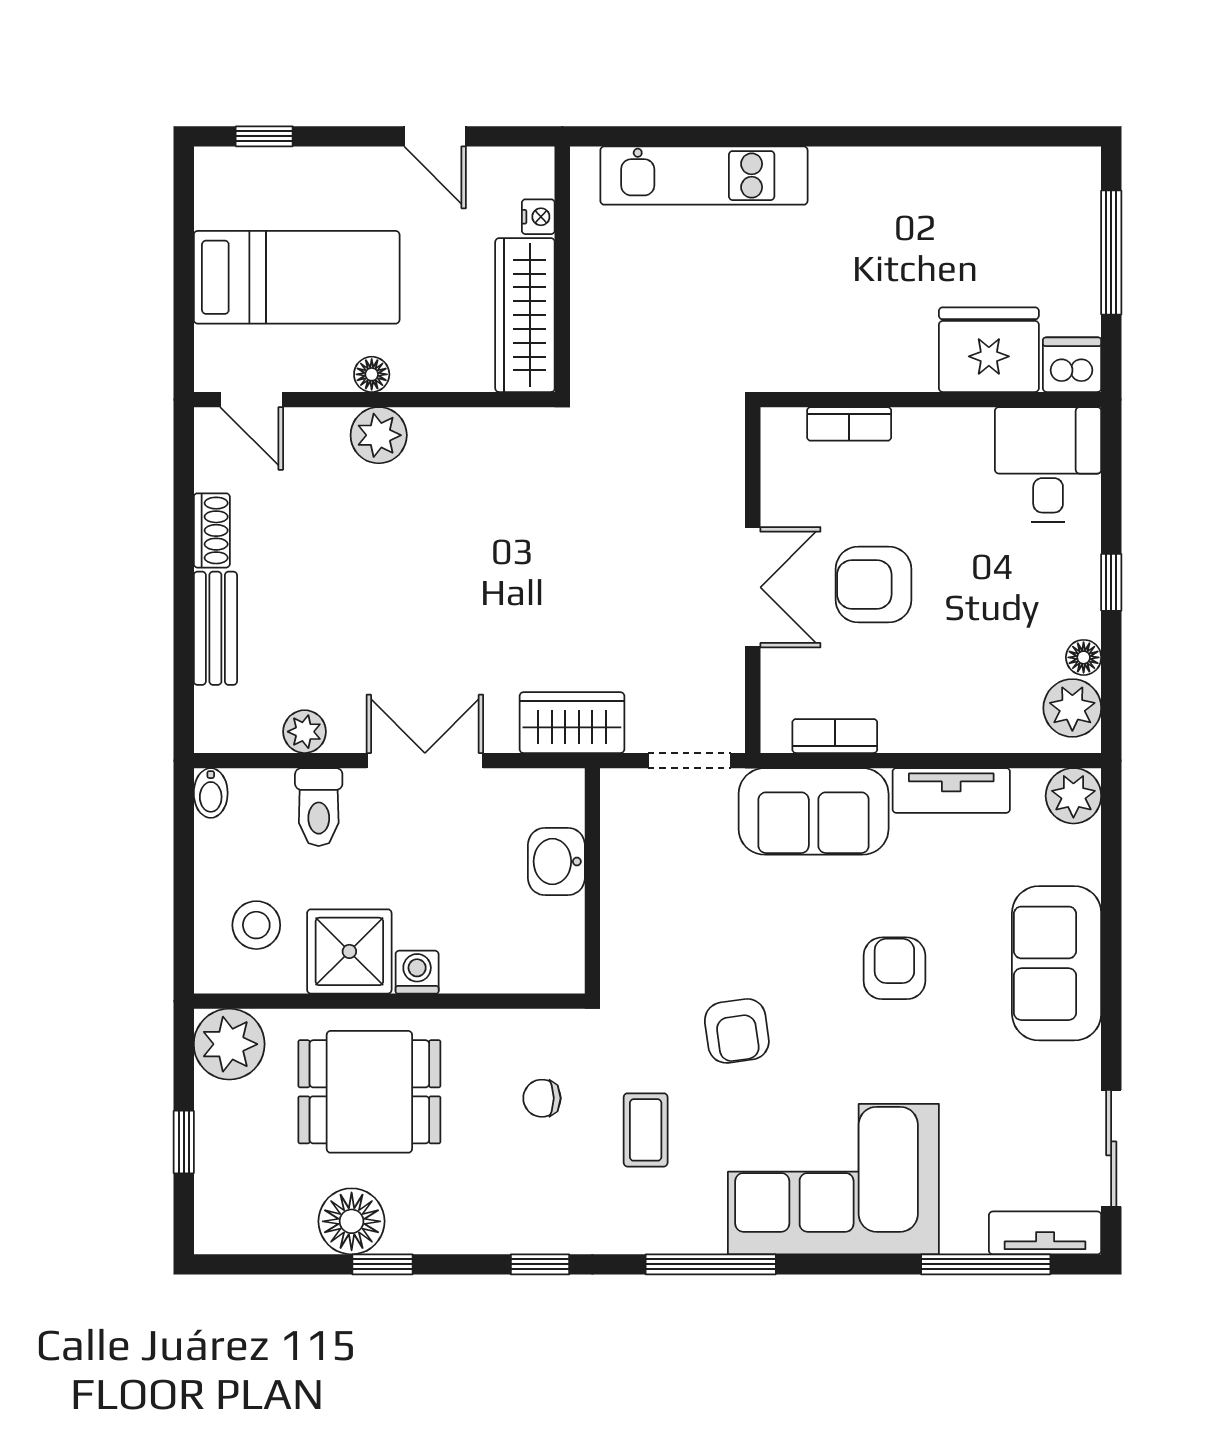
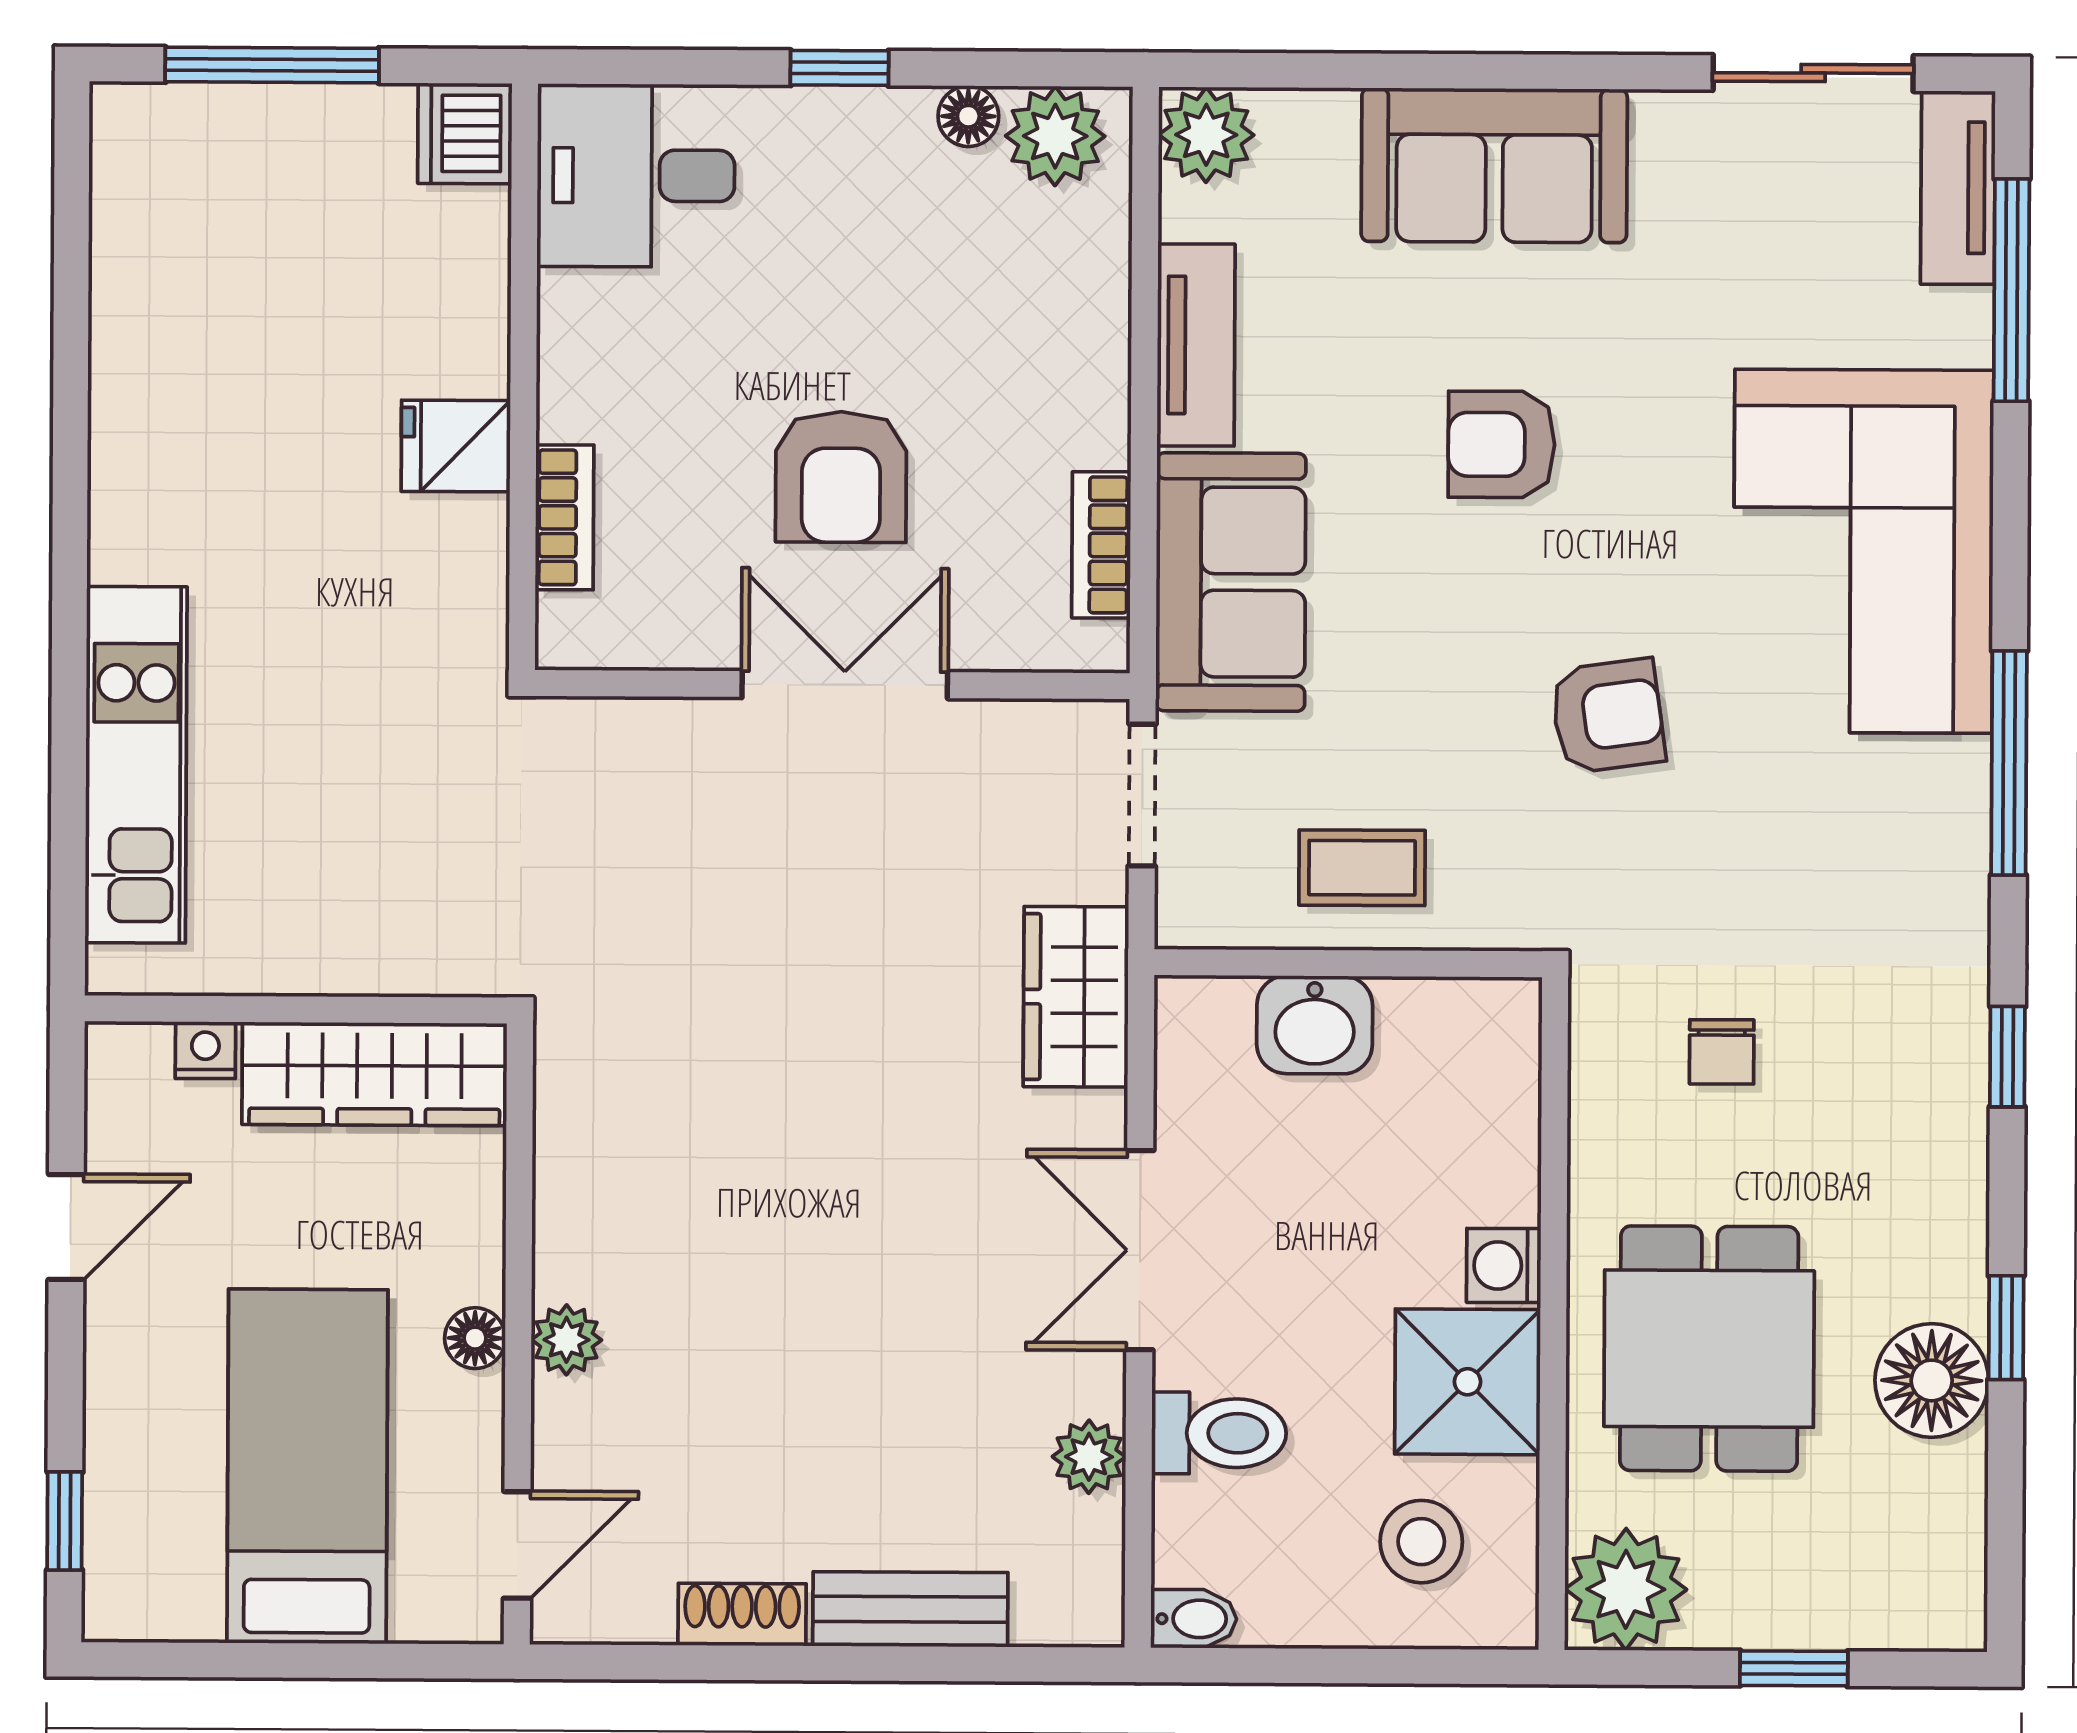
fridge: (989, 350) -> (456, 446), moved, width x0.53, depth x0.75
plant: (379, 435) -> (566, 1340), width x0.73, depth x0.73
coffee table: (646, 1130) -> (1362, 868), moved

